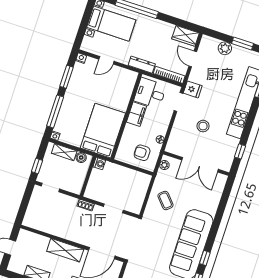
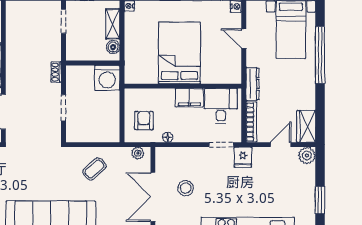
plant: (225, 48) -> (307, 155), moved
stool: (203, 126) -> (186, 188), moved
bed: (103, 131) -> (179, 53), moved, turned -90
washing machine: (99, 164) -> (107, 78), width x1.89, depth x1.89

